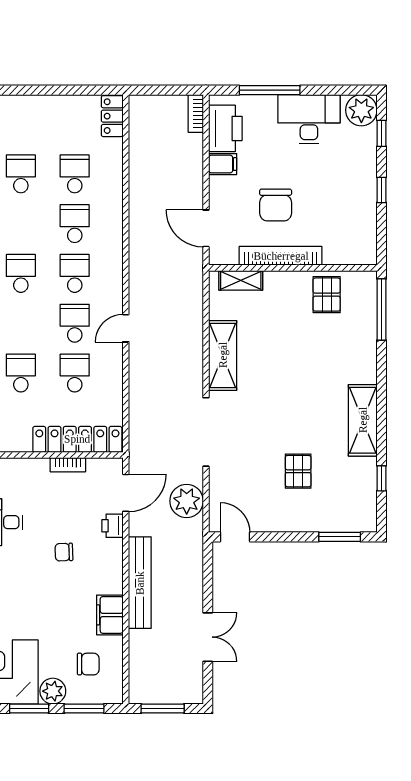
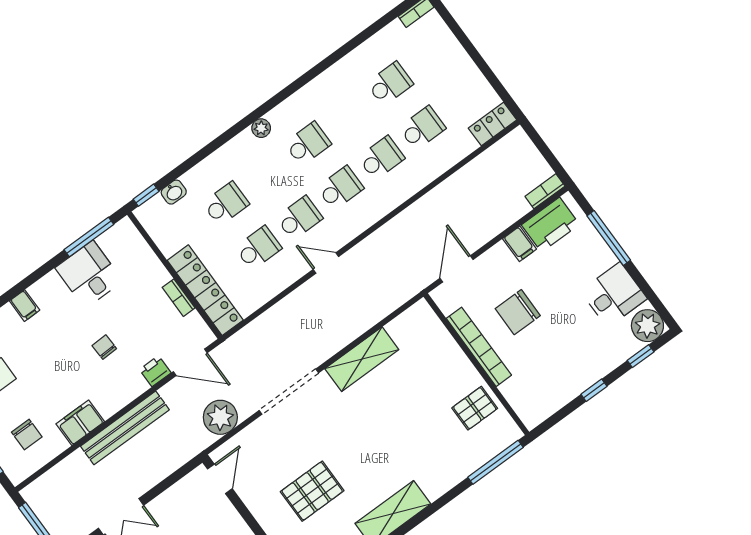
desk: (309, 119) -> (614, 295), width x0.73
shelving: (241, 280) -> (435, 329), removed
pallet: (298, 471) -> (312, 491), width x1.50, depth x1.42

